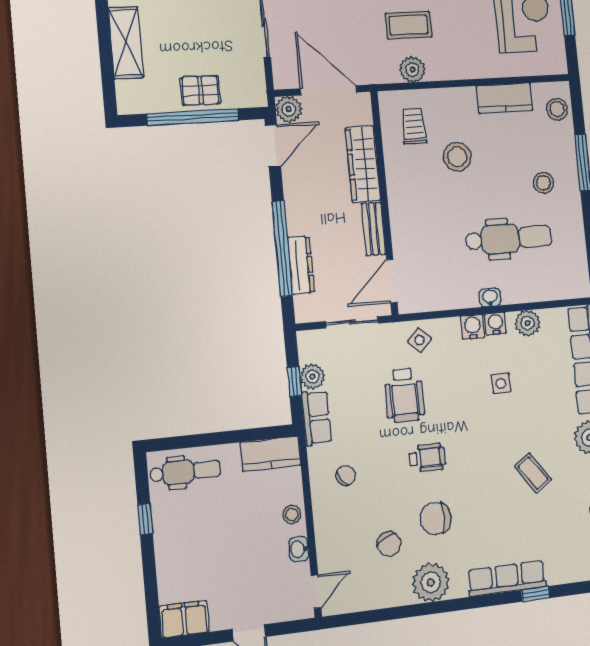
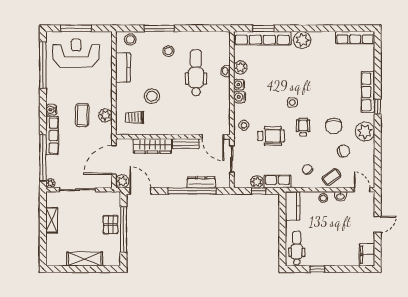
washbasin: (490, 297) -> (225, 71), moved
side table: (501, 383) -> (292, 102), moved
coffee table: (533, 473) -> (332, 177), moved
window: (535, 594) -> (378, 107), moved

